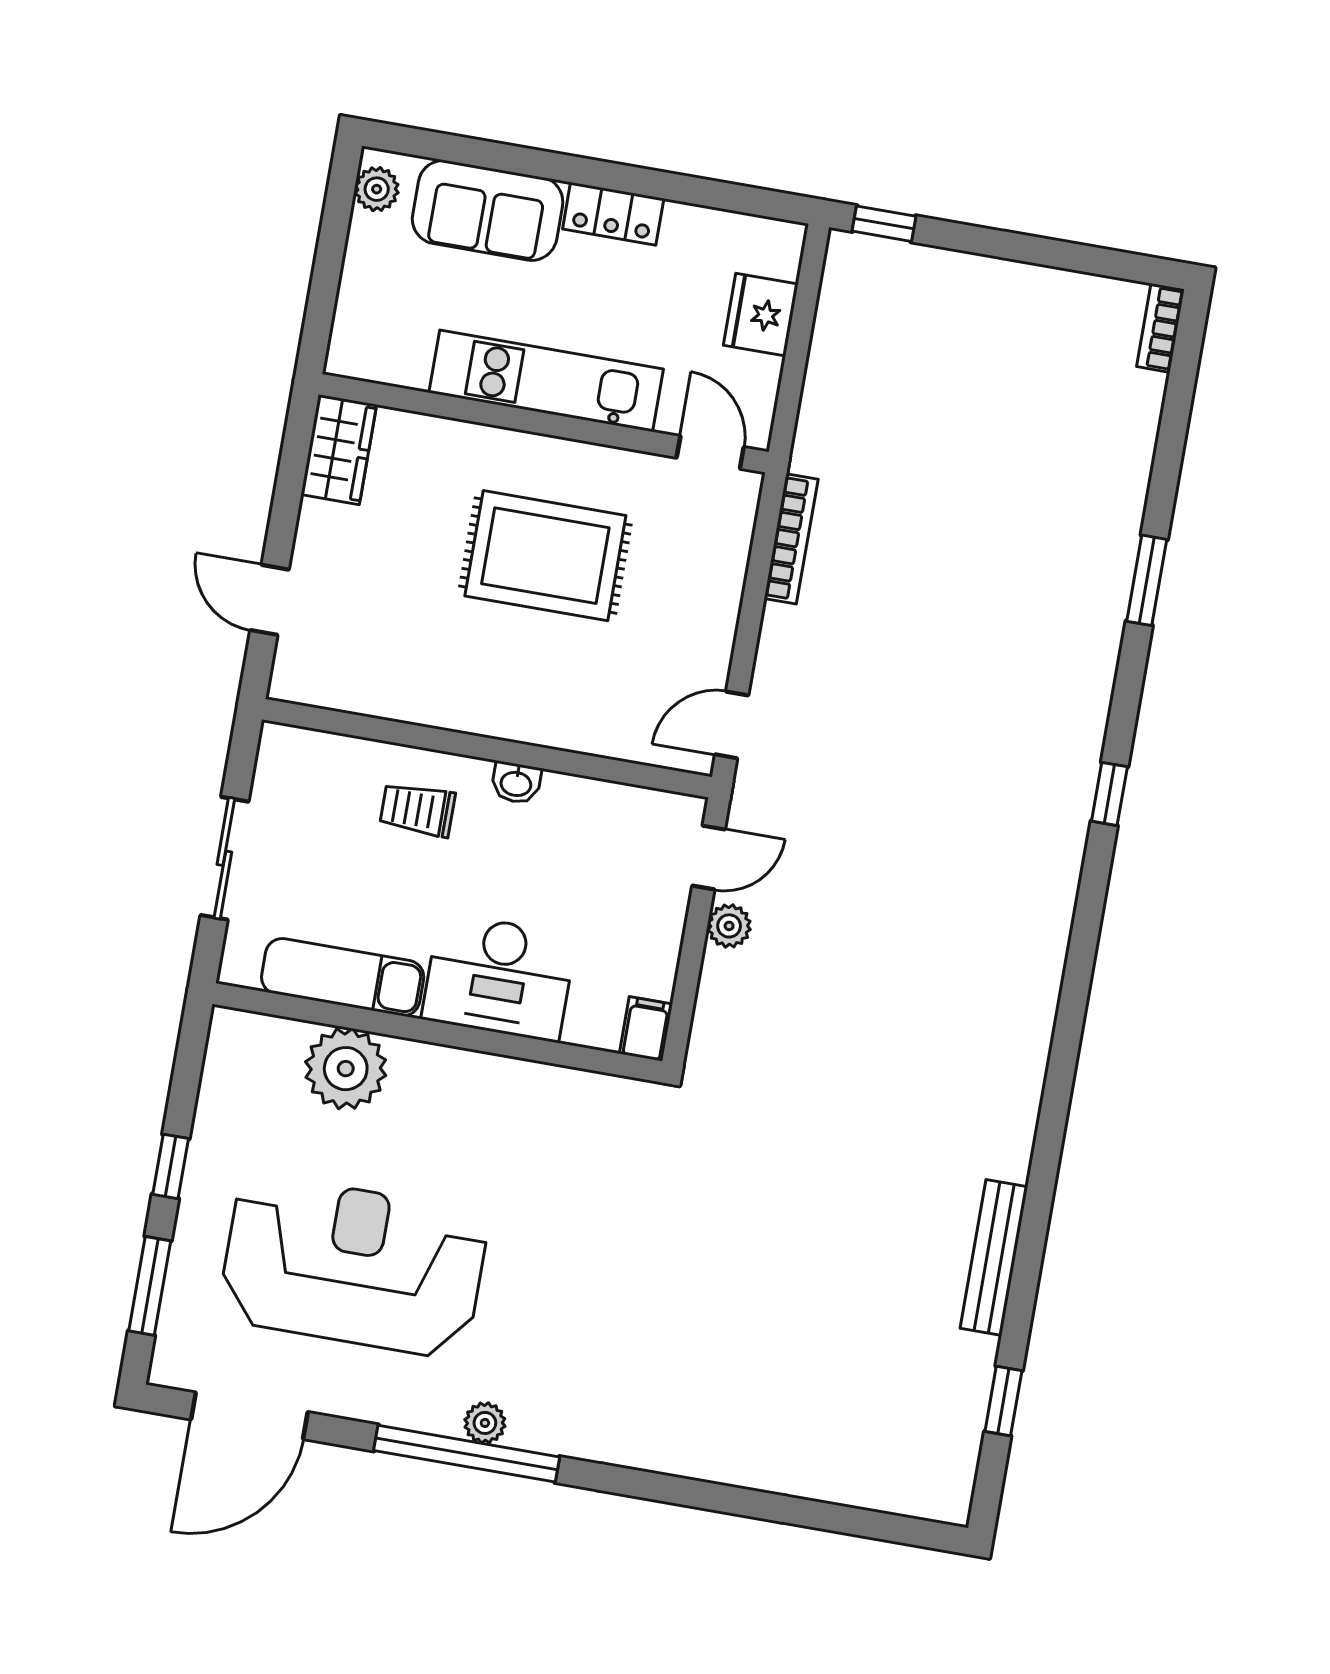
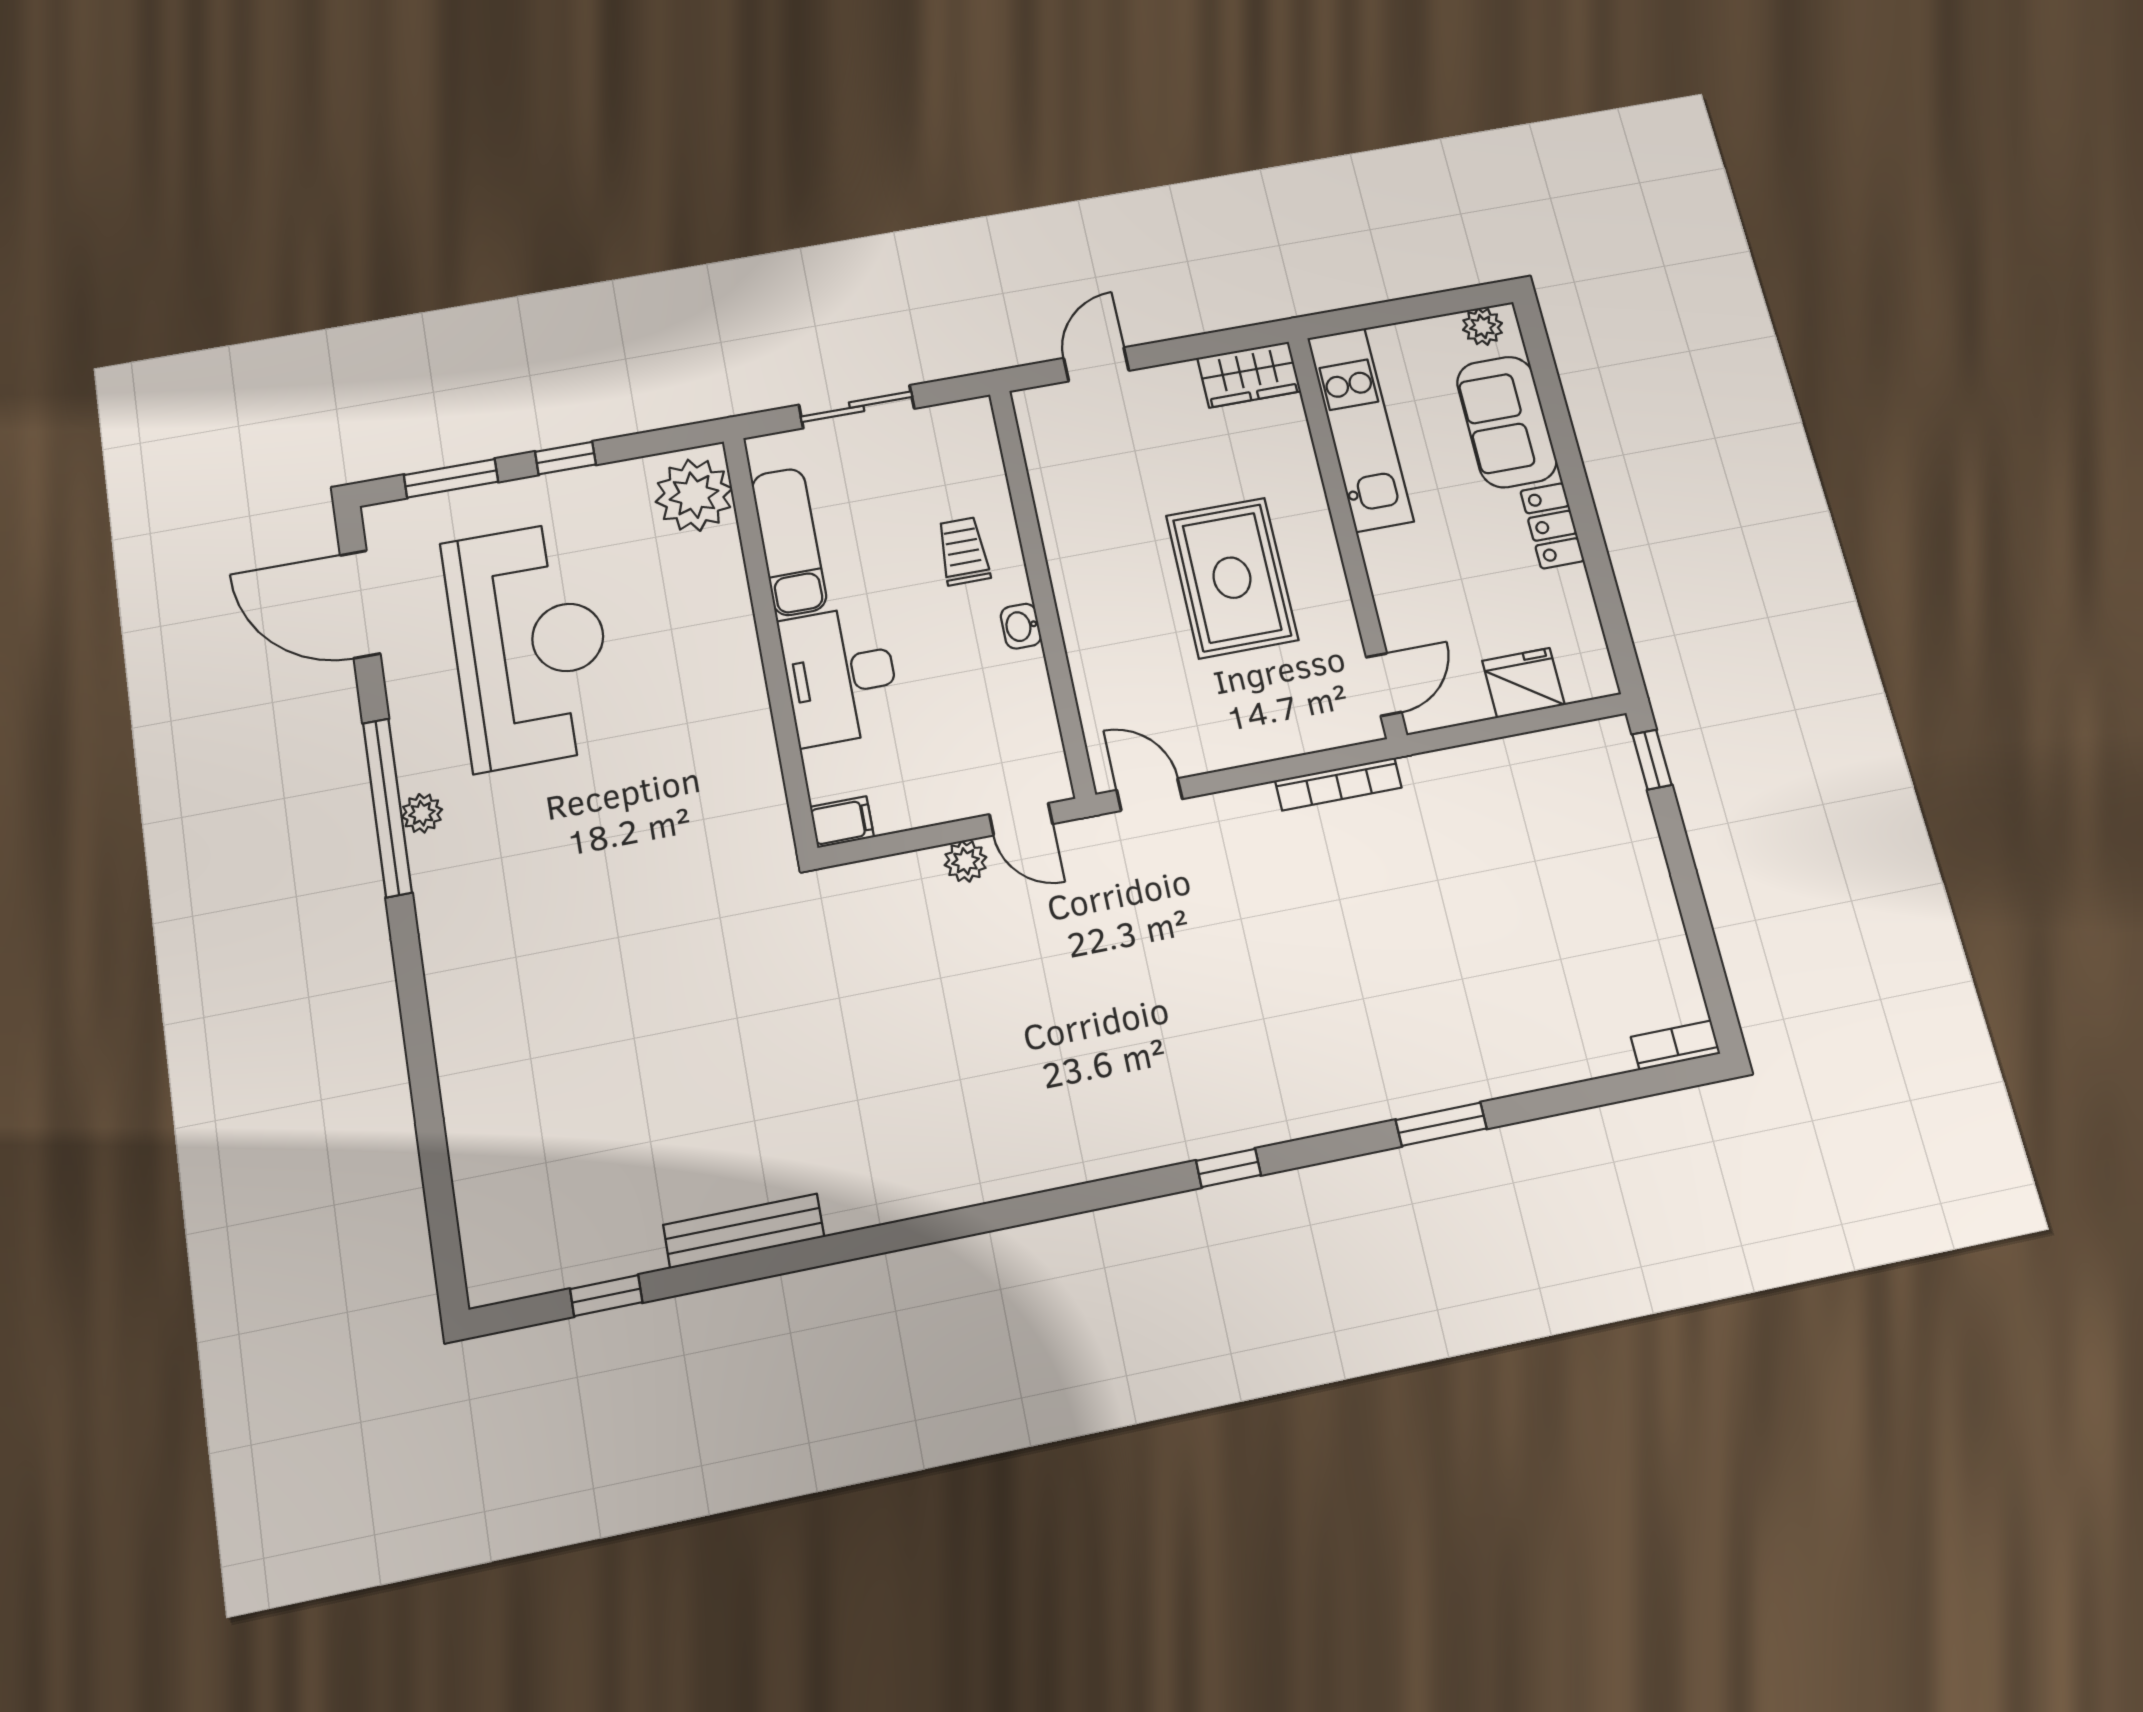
kitchen unit: (546, 381) -> (1360, 429), moved
plant: (346, 1069) -> (694, 495), moved

